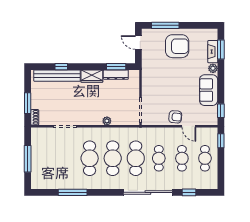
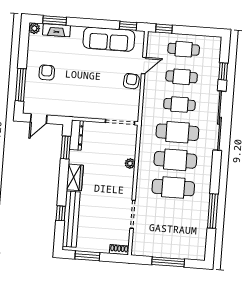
armchair: (177, 46) -> (47, 72), width x0.53, depth x0.53
plant: (213, 68) -> (34, 28), moved
dresser: (116, 75) -> (76, 135), moved
sofa: (209, 90) -> (109, 39), width x1.36
window: (28, 103) -> (87, 256), moved

